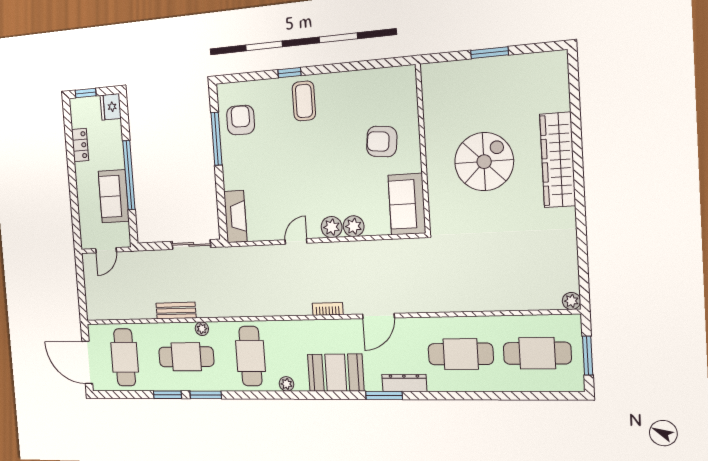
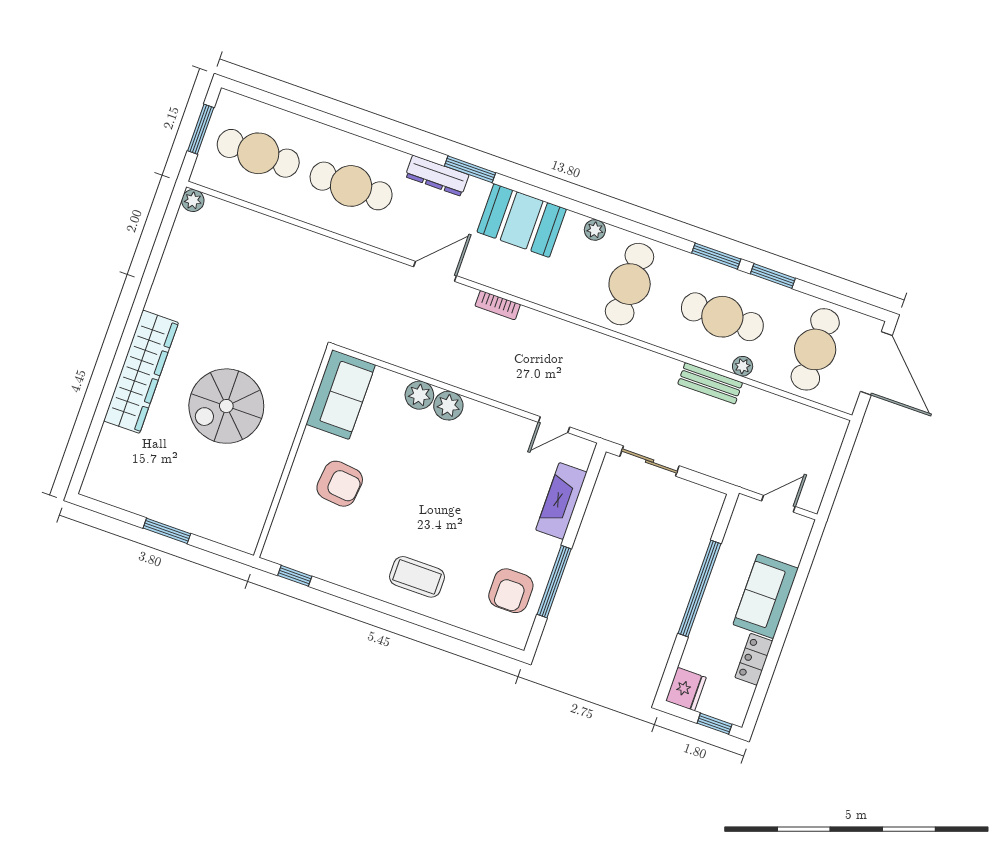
window: (290, 73) -> (295, 576), moved
coffee table: (304, 101) -> (417, 577), turned 90
sofa: (114, 196) -> (766, 596), moved, turned 180
fireplace: (235, 217) -> (561, 501), moved
door: (296, 241) -> (554, 425), moved
plant: (202, 329) -> (743, 366), moved

